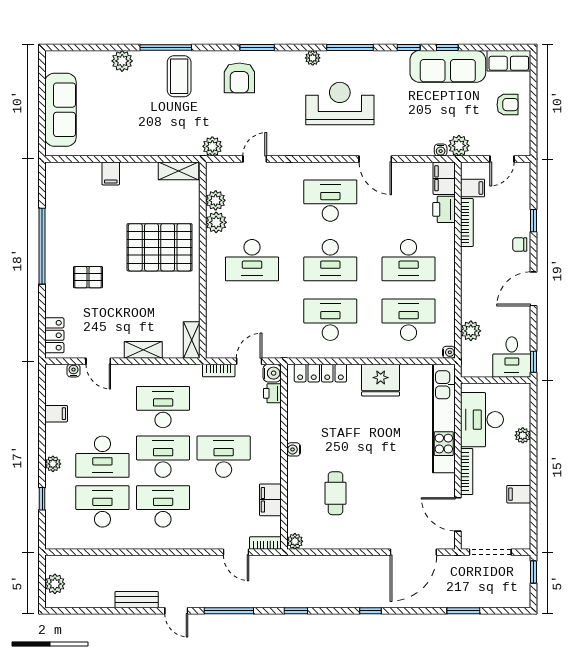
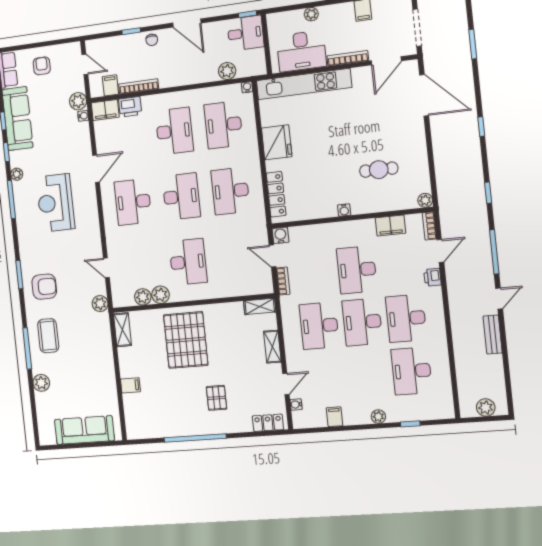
plant: (313, 58) -> (17, 174), moved
coffee table: (179, 76) -> (48, 336), turned 90
printer: (272, 393) -> (433, 277), moved, turned 90
desk: (102, 457) -> (368, 374), removed

